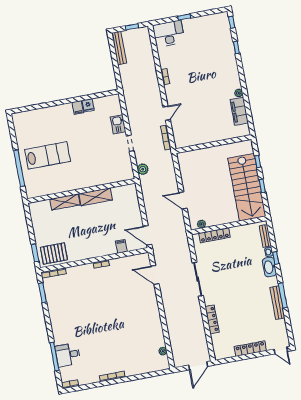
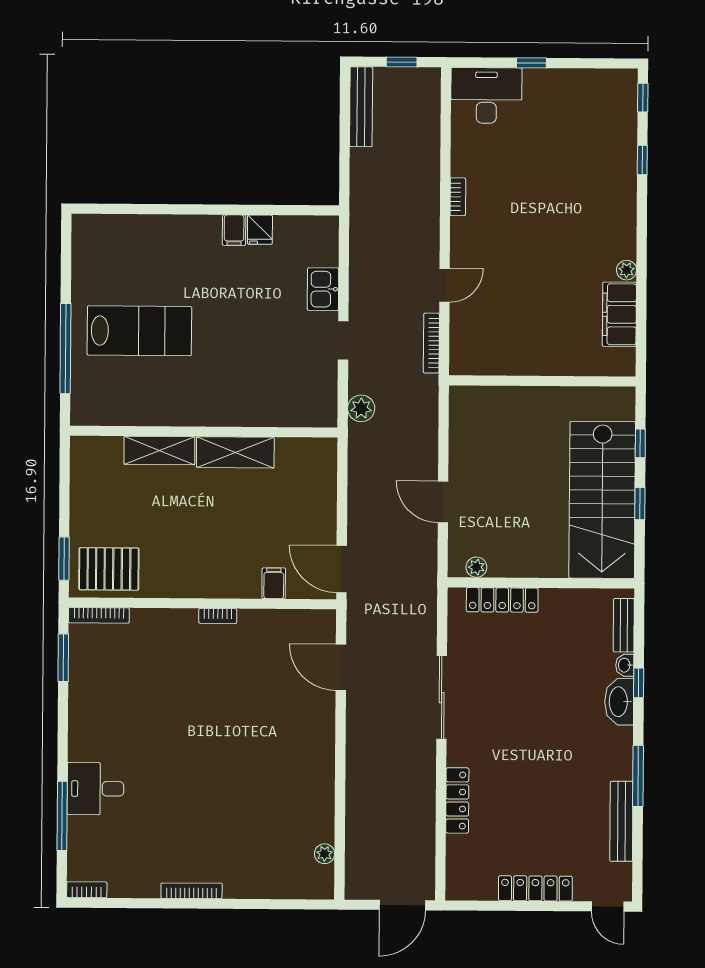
bench: (277, 303) -> (621, 821), moved
desk: (68, 355) -> (96, 789), moved

